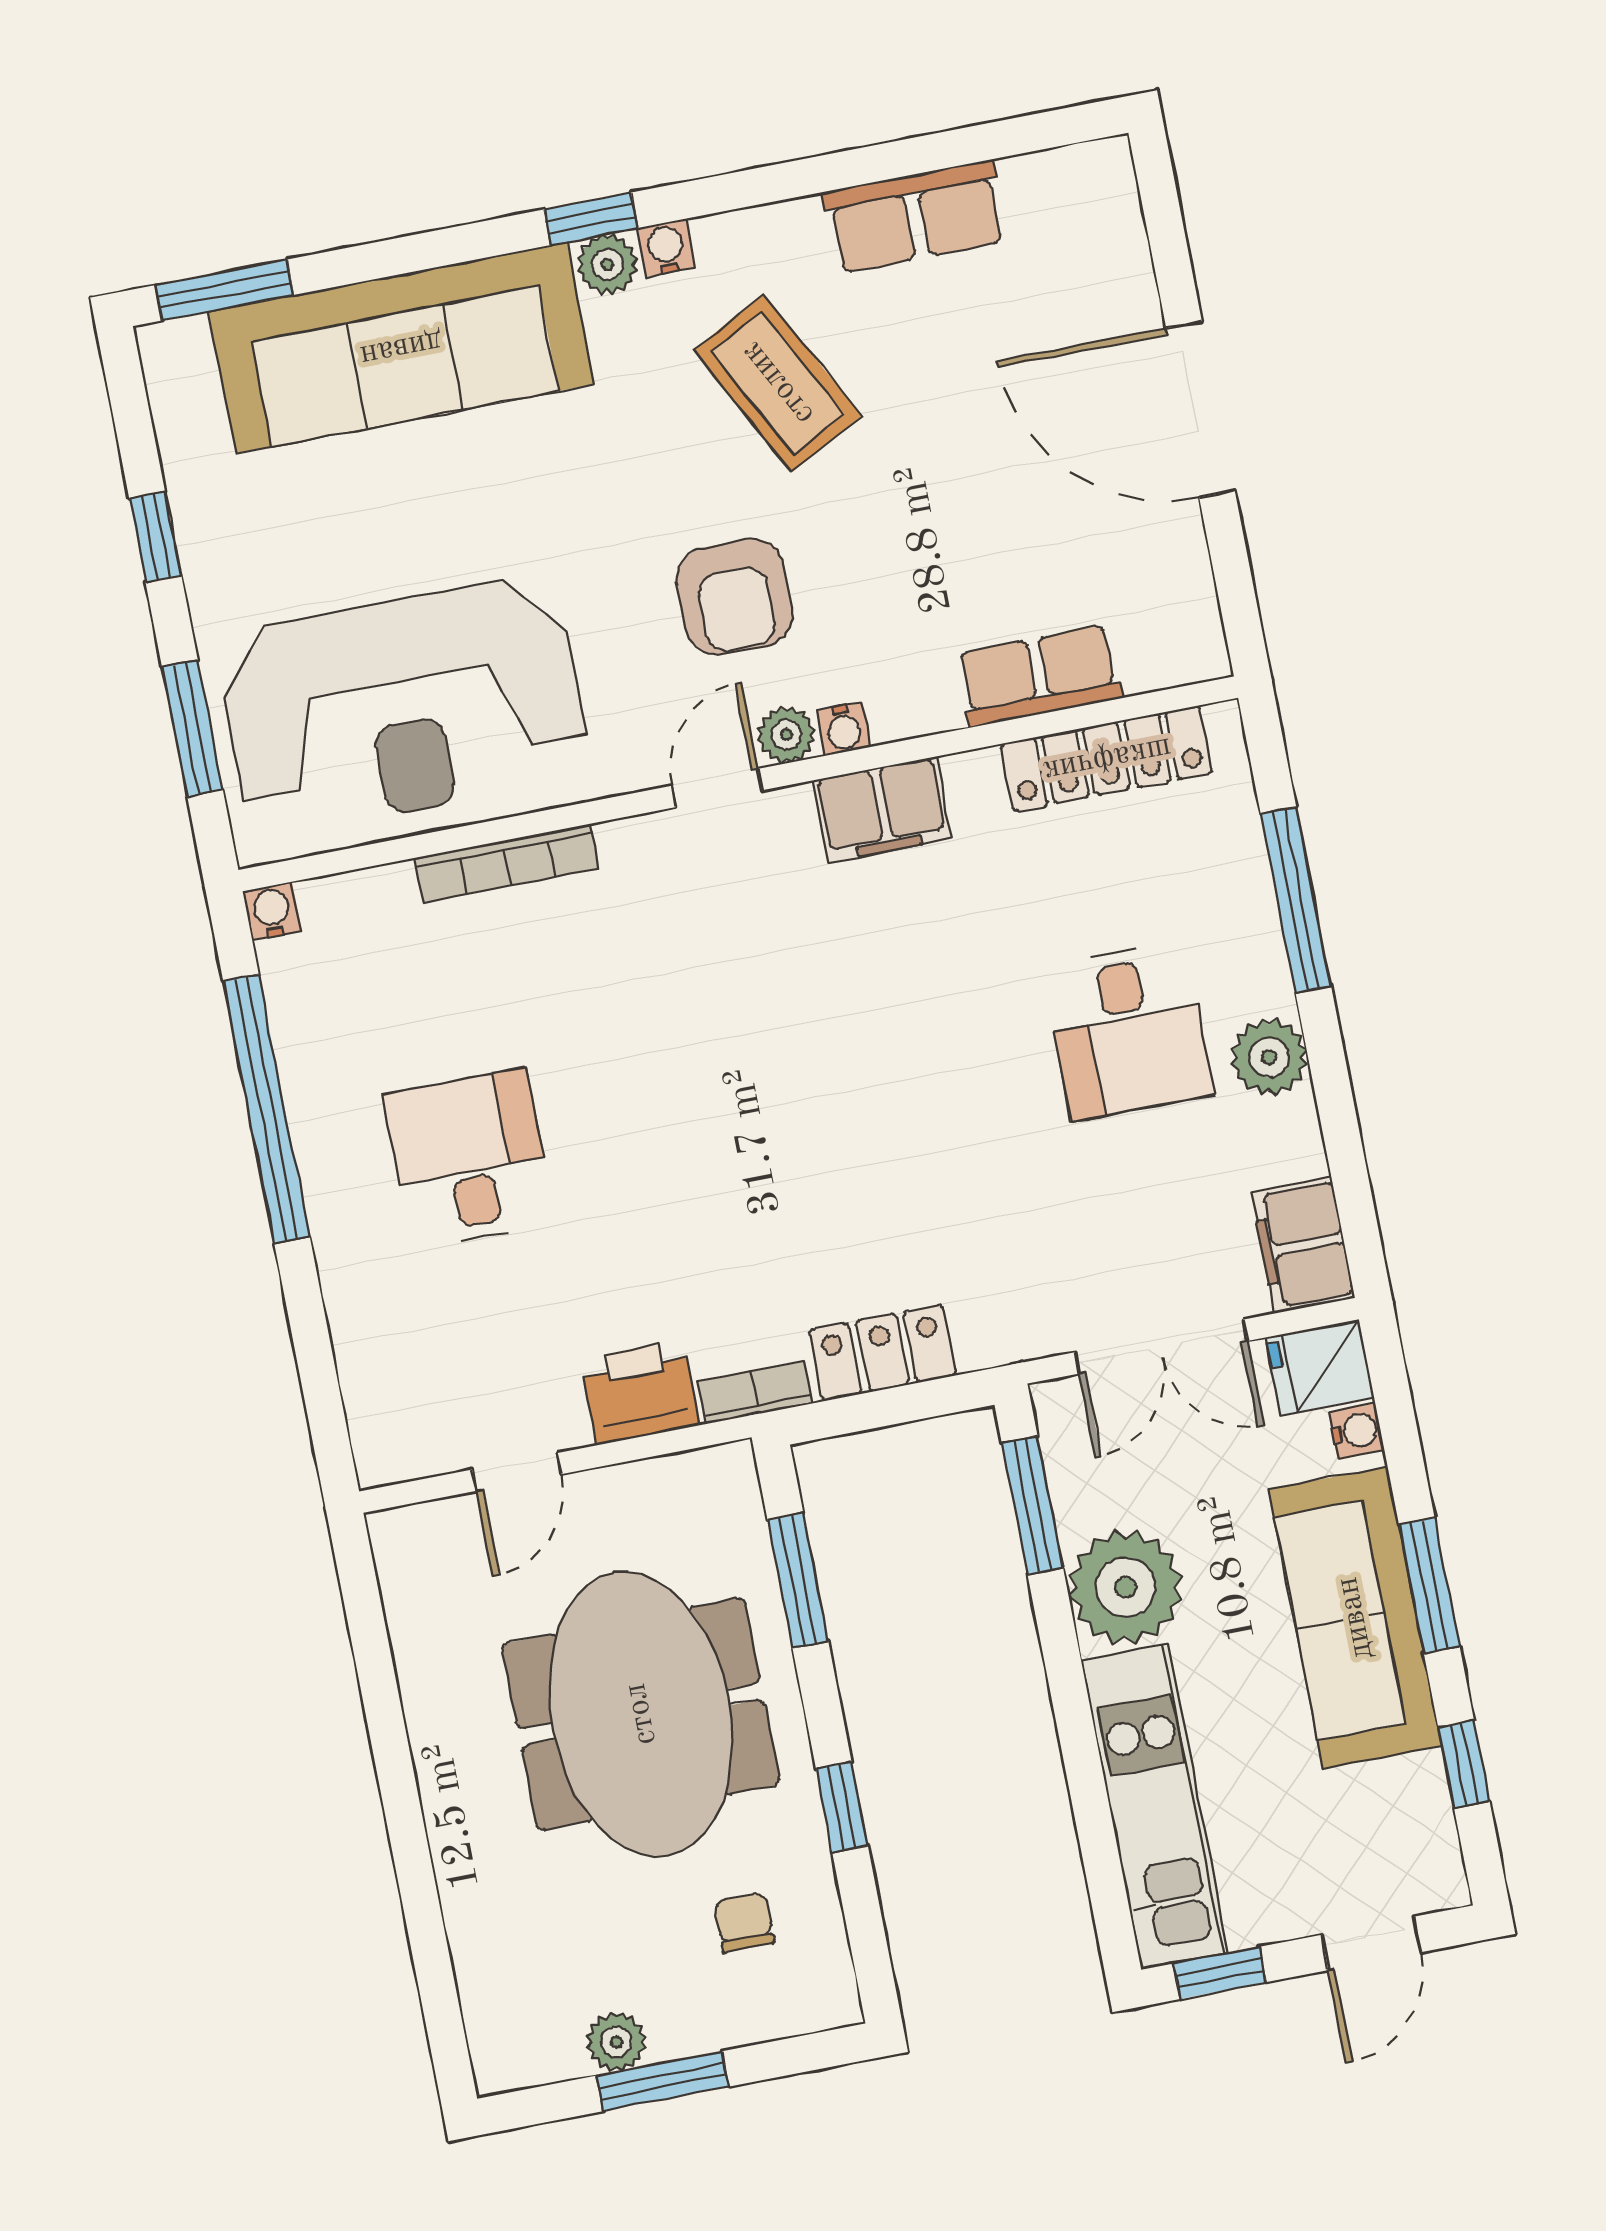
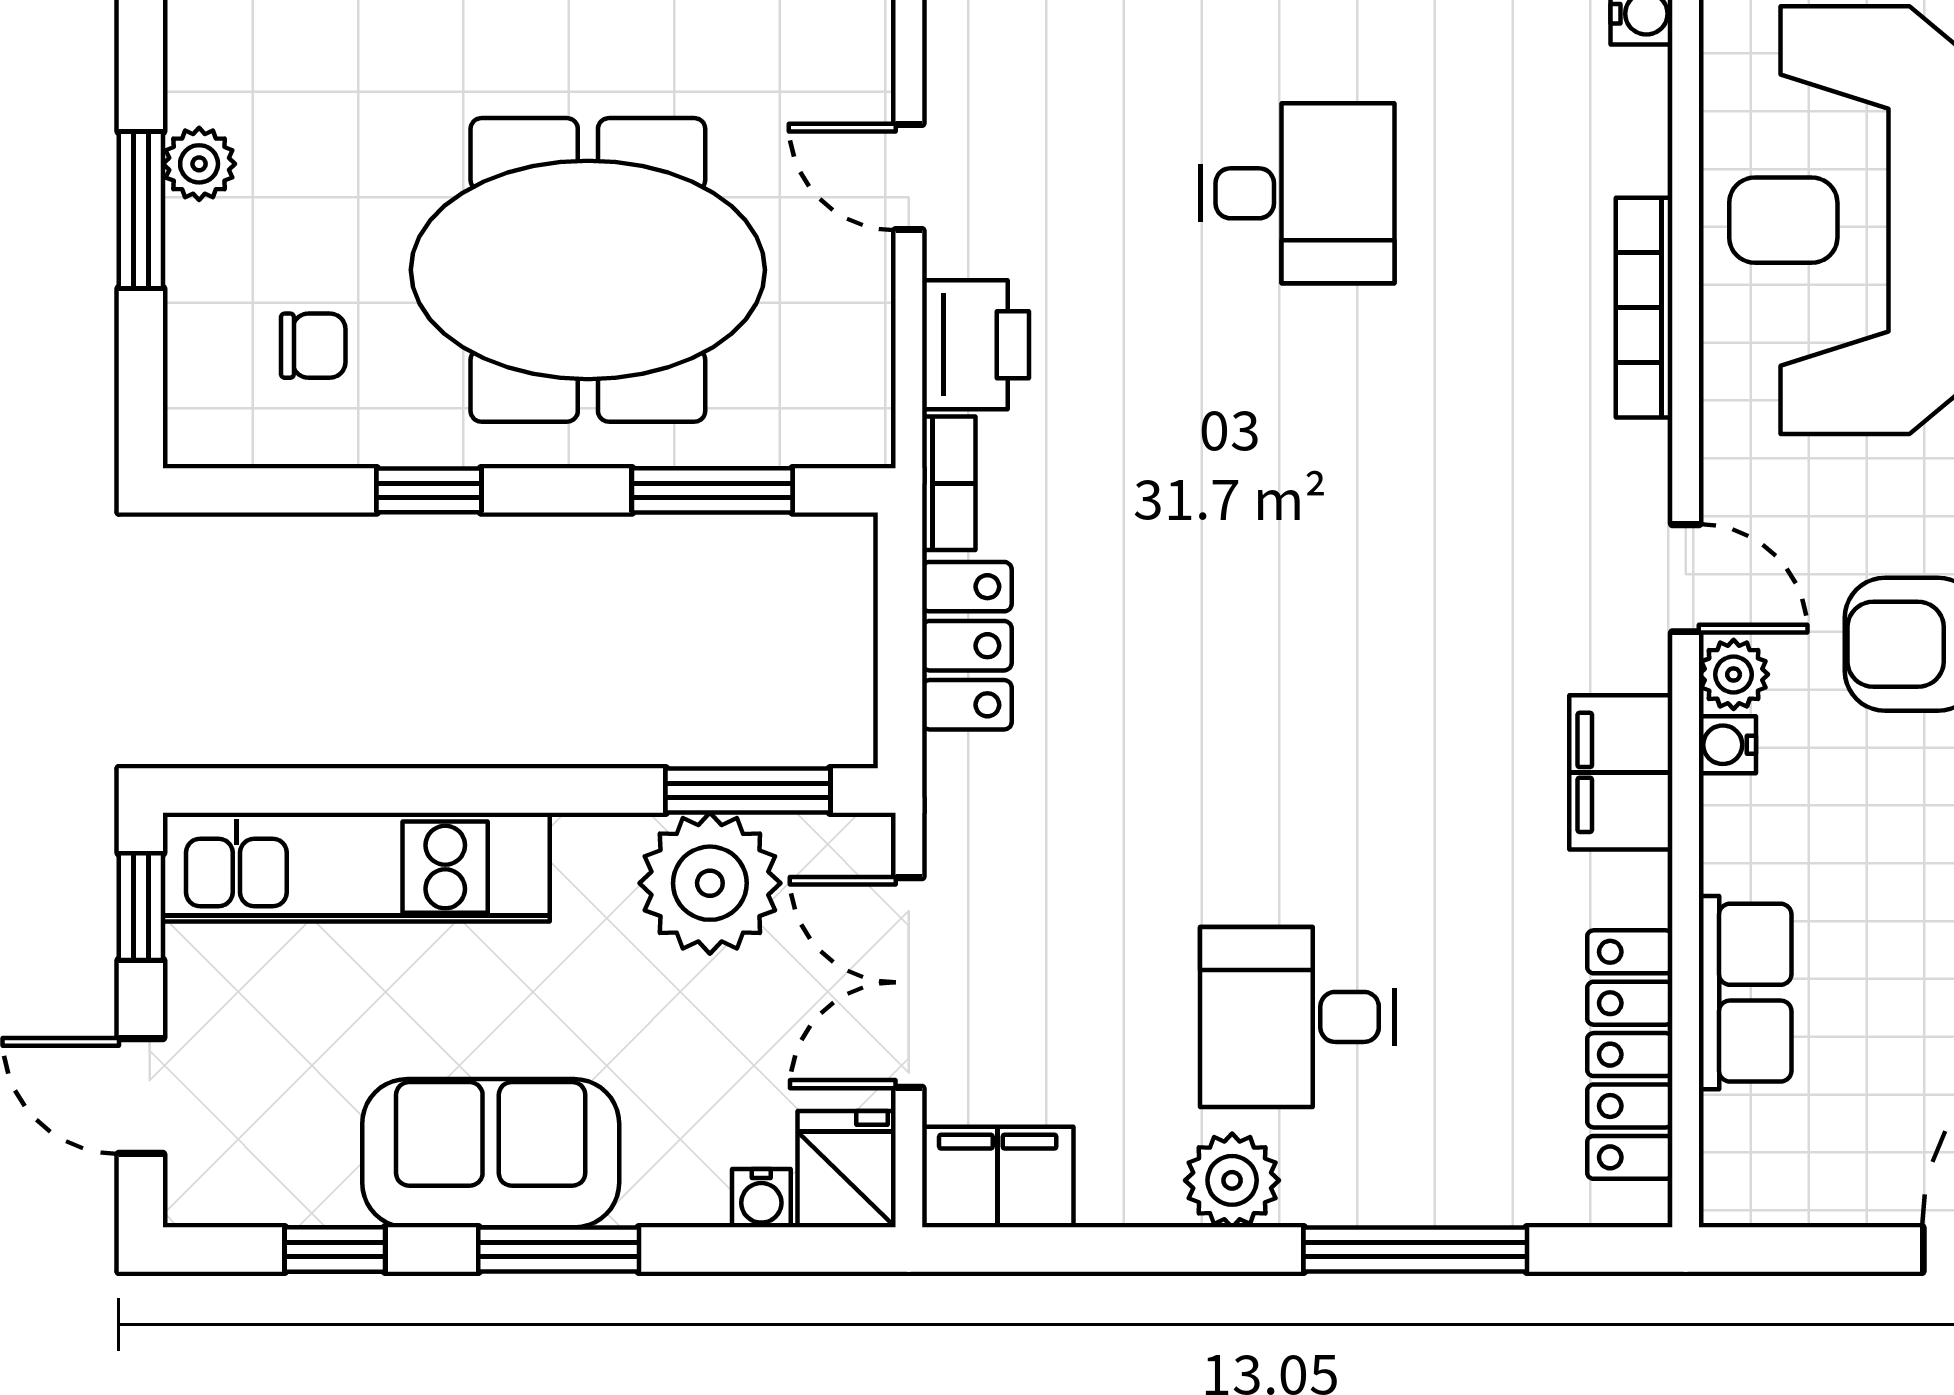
plant: (1125, 1587) -> (710, 883), moved
sofa: (1355, 1618) -> (491, 1153), width x0.73

